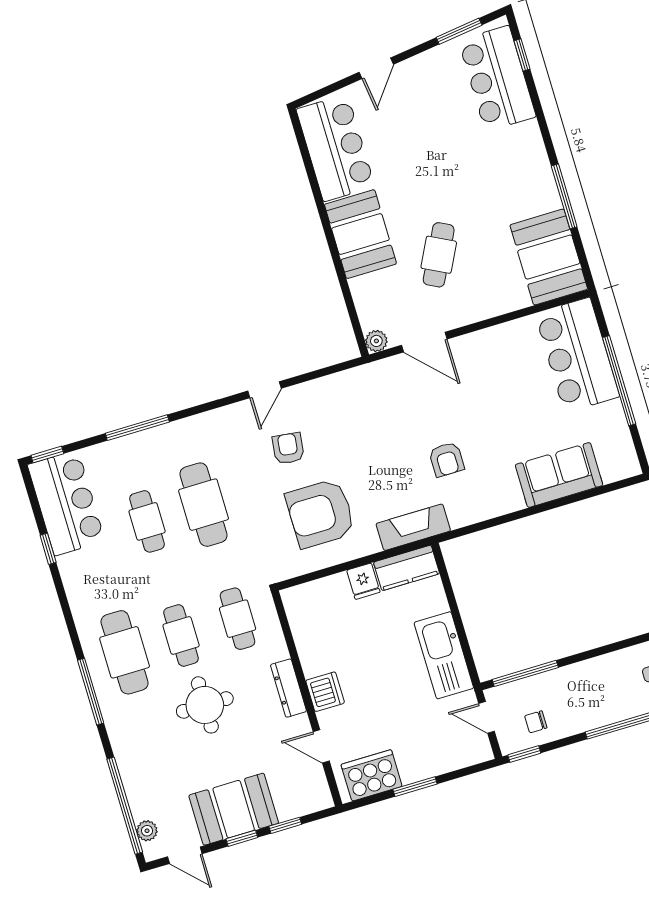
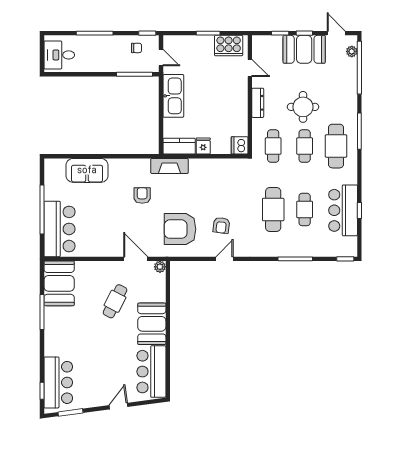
bar counter: (66, 503) -> (343, 210), moved
armchair: (320, 513) -> (180, 229), moved, turned 180
dishwasher: (325, 692) -> (240, 145), moved

